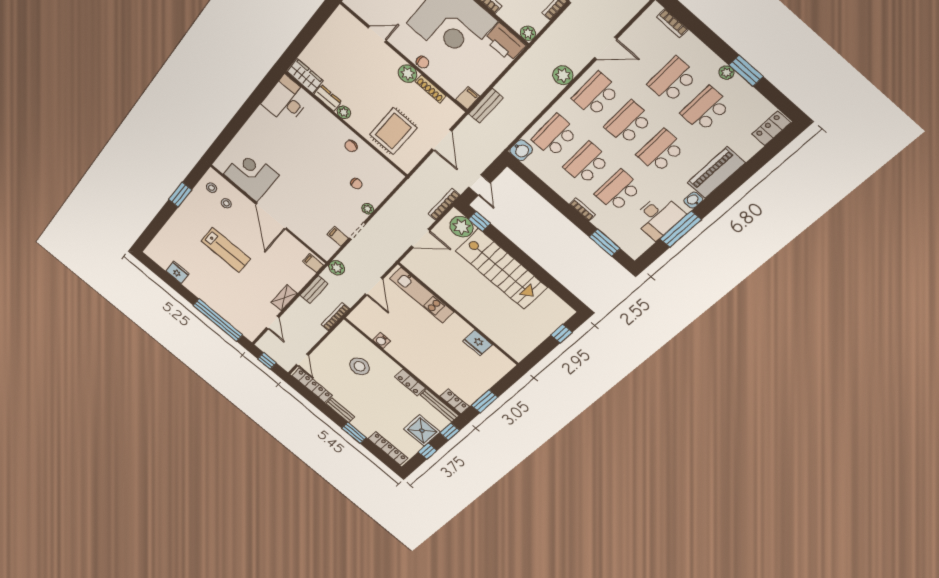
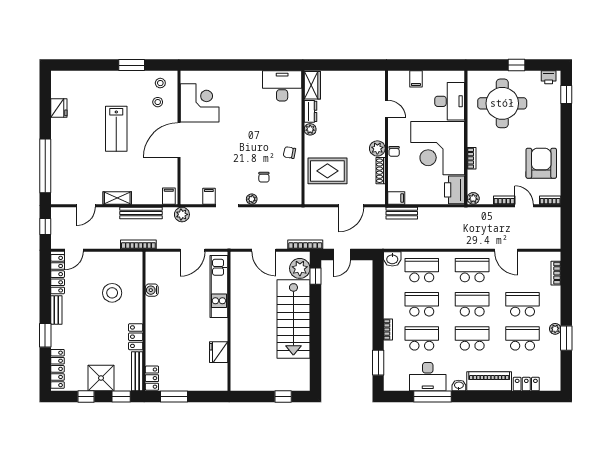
plant: (563, 75) -> (466, 241), removed
locker: (771, 128) -> (526, 384), moved
bench: (314, 290) -> (141, 213), width x1.36

